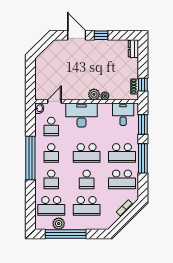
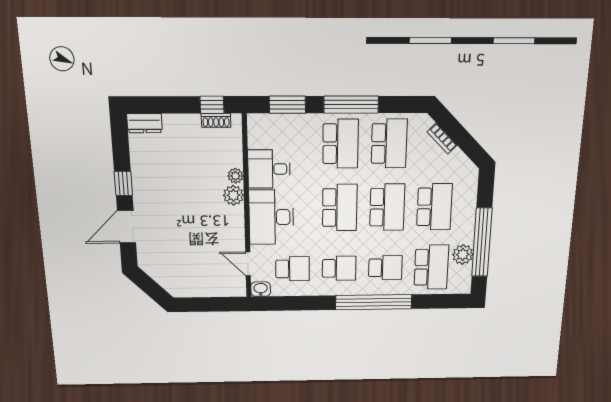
desk: (123, 114) -> (269, 169), moved
window: (30, 158) -> (374, 302), moved
school desk: (87, 179) -> (387, 207), width x1.85

